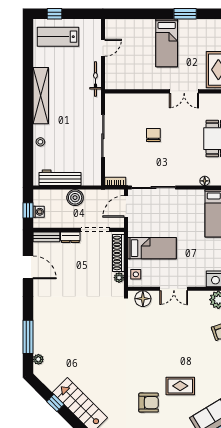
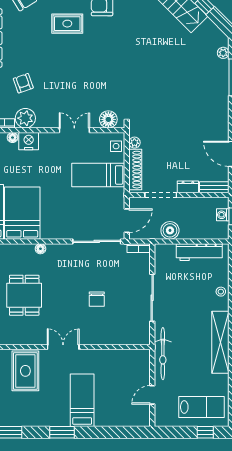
bicycle: (95, 79) -> (163, 354), width x1.37, depth x1.40
boiler: (75, 198) -> (170, 230), moved

